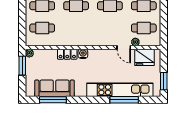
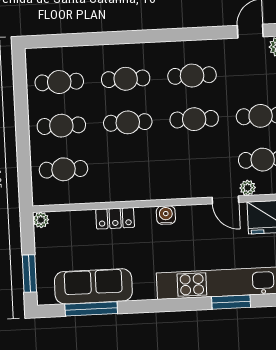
water cooler: (83, 54) -> (166, 215), moved
window: (22, 66) -> (29, 273), moved
window: (124, 100) -> (231, 302), width x0.69

